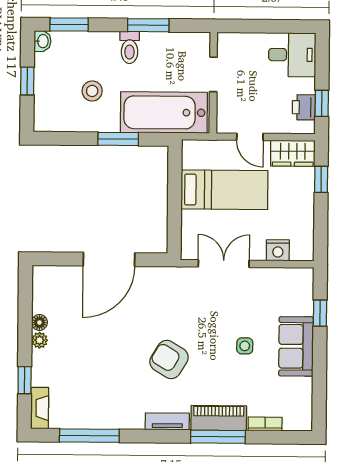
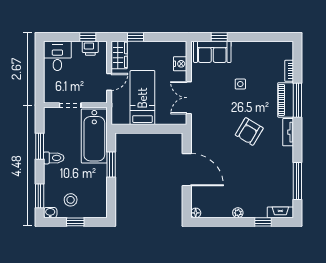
stool: (92, 91) -> (71, 200), moved
floor lamp: (39, 322) -> (196, 213), moved
sofa: (296, 346) -> (212, 52), moved

